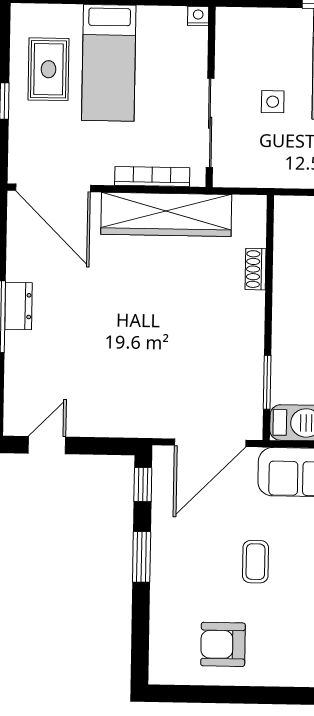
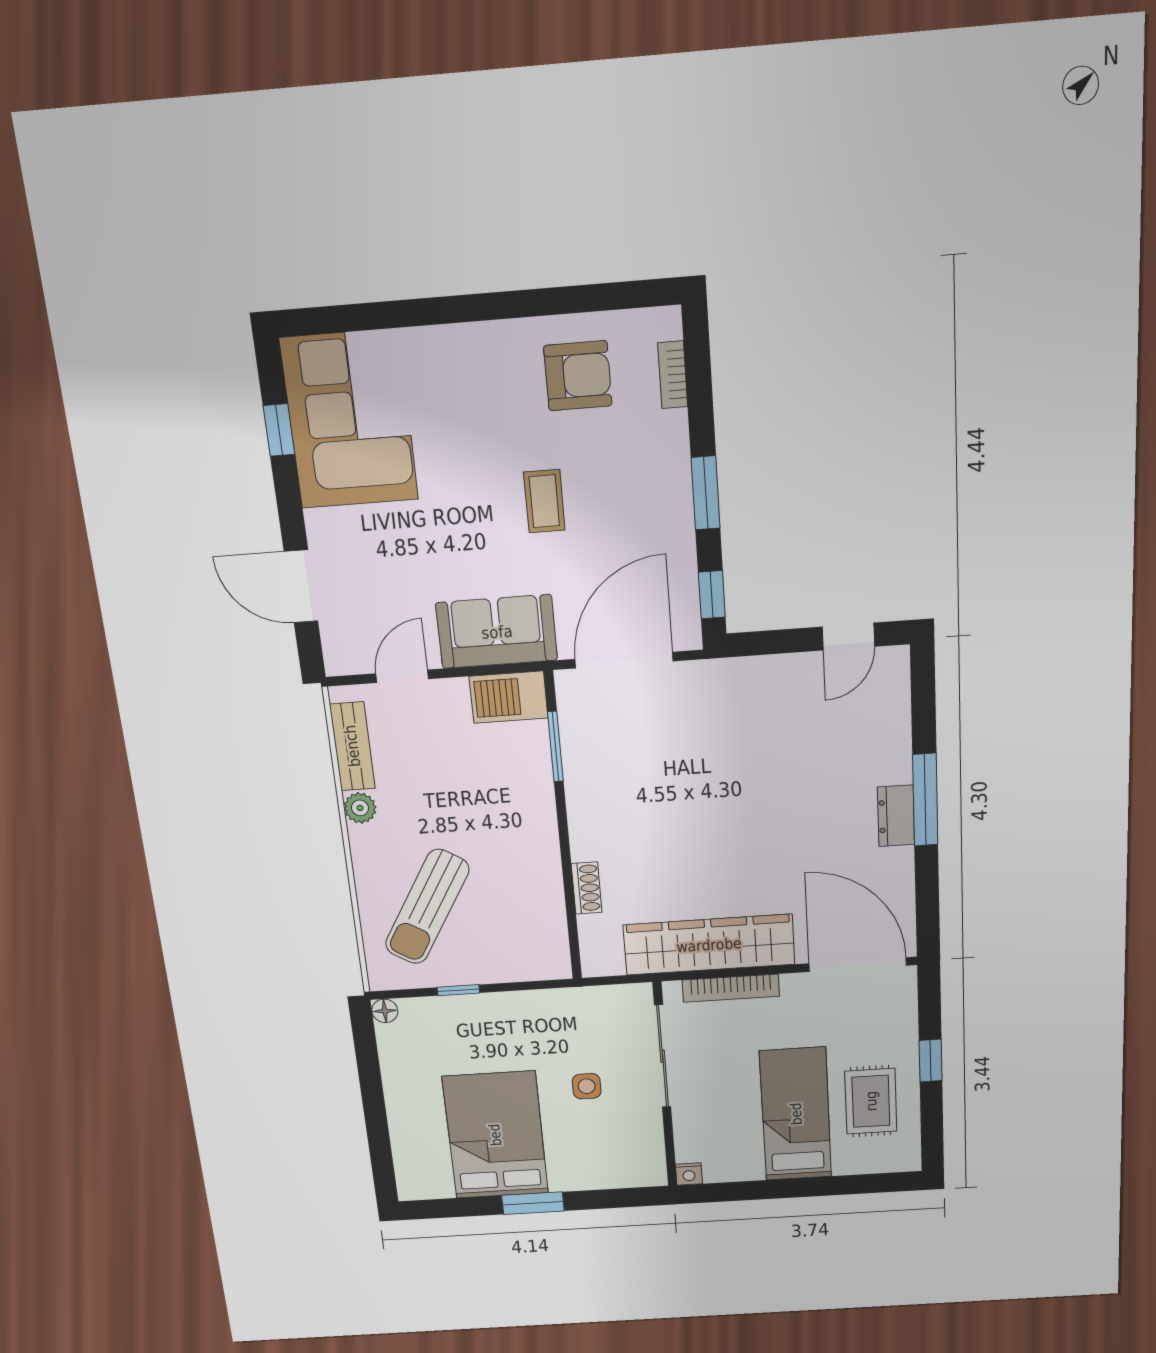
bookcase: (158, 639) -> (673, 375), added

